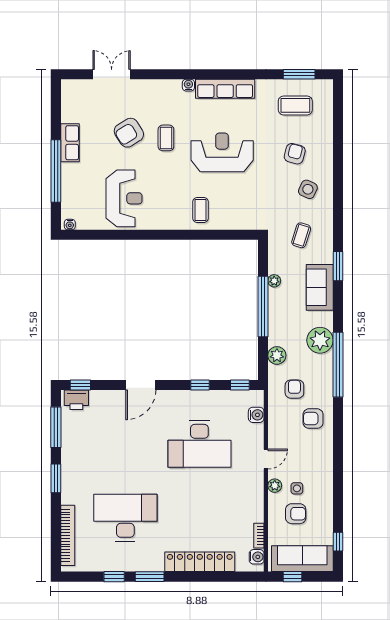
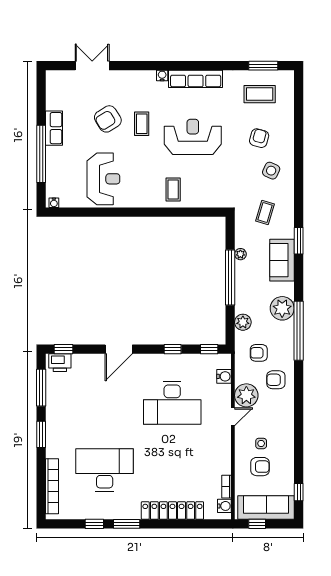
armchair: (294, 389) -> (259, 353), turned -90
plant: (275, 486) -> (246, 395), moved, width x1.88, depth x1.88

